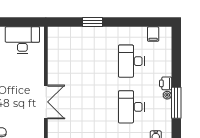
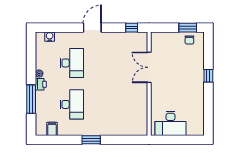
window: (93, 22) -> (91, 140), moved
window: (176, 103) -> (31, 99), moved

